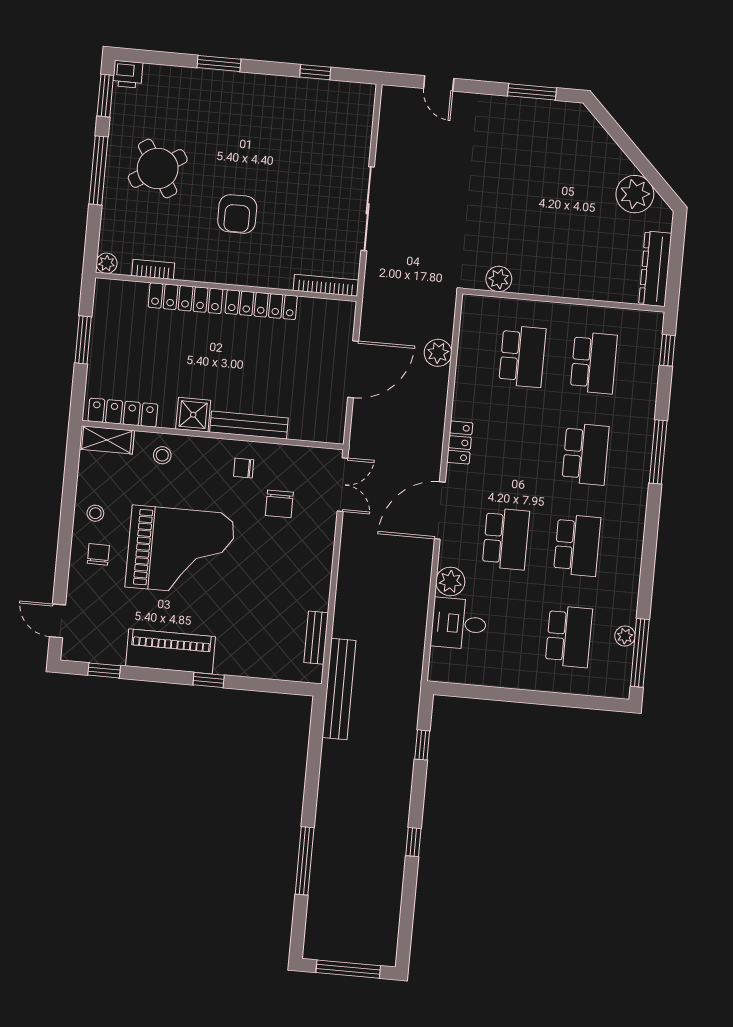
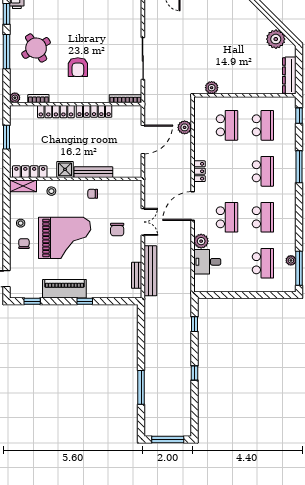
double door: (343, 485) -> (143, 222), moved
chair: (279, 504) -> (117, 229), moved
bench: (339, 689) -> (150, 271), moved

